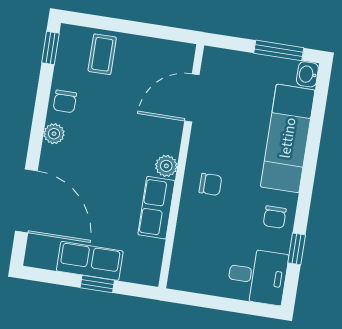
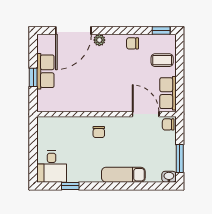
plant: (54, 134) -> (99, 40), moved
exam couch: (288, 138) -> (123, 175), width x0.73, depth x0.69
plant: (166, 166) -> (105, 106), removed
row of seats: (156, 208) -> (168, 93), moved, turned -90
chair: (275, 217) -> (168, 124), moved

